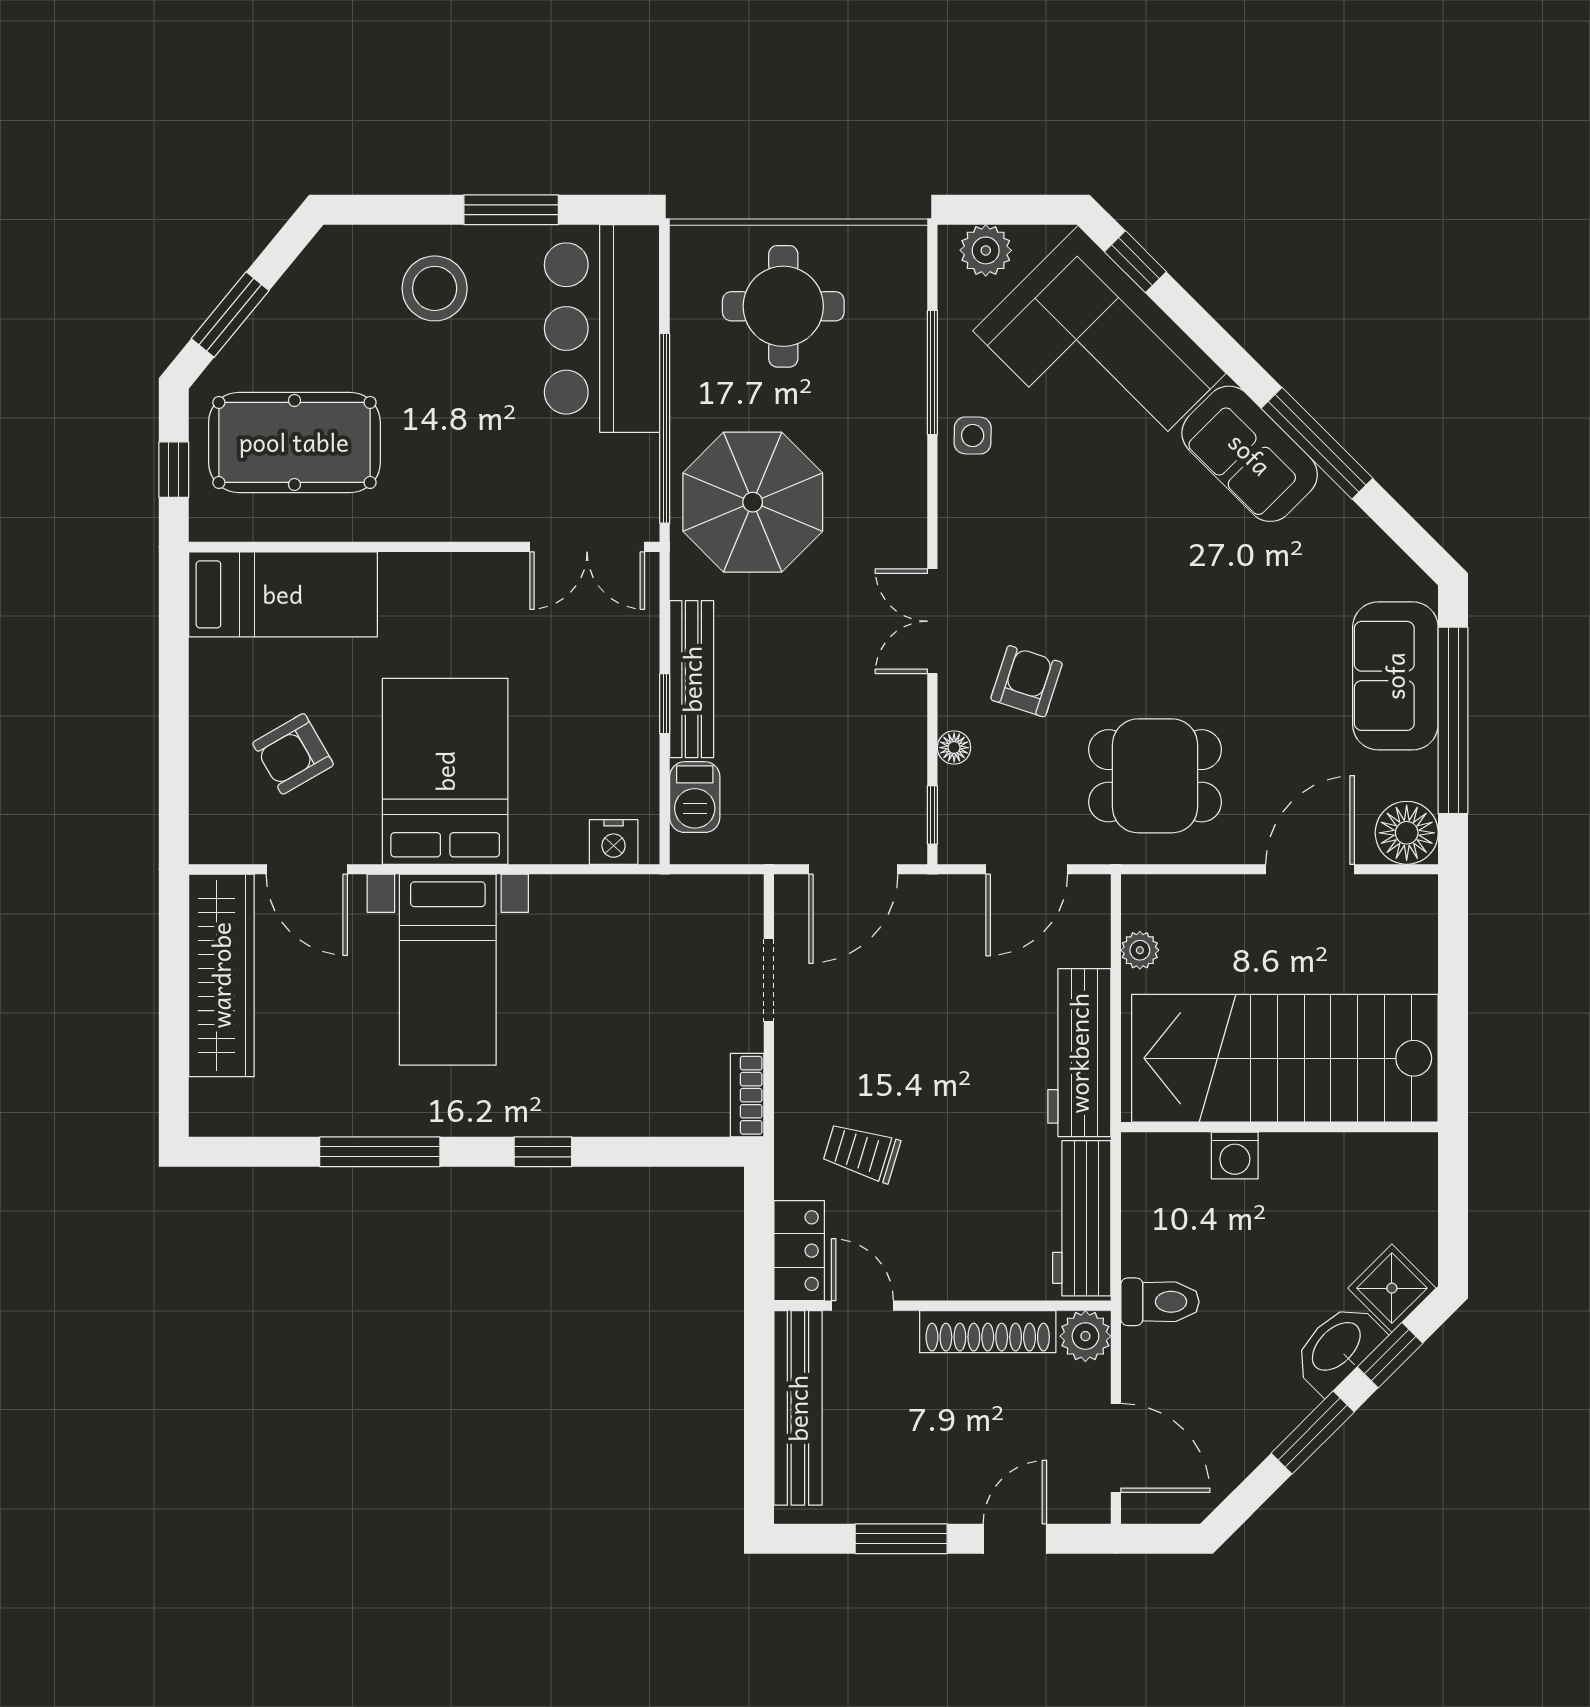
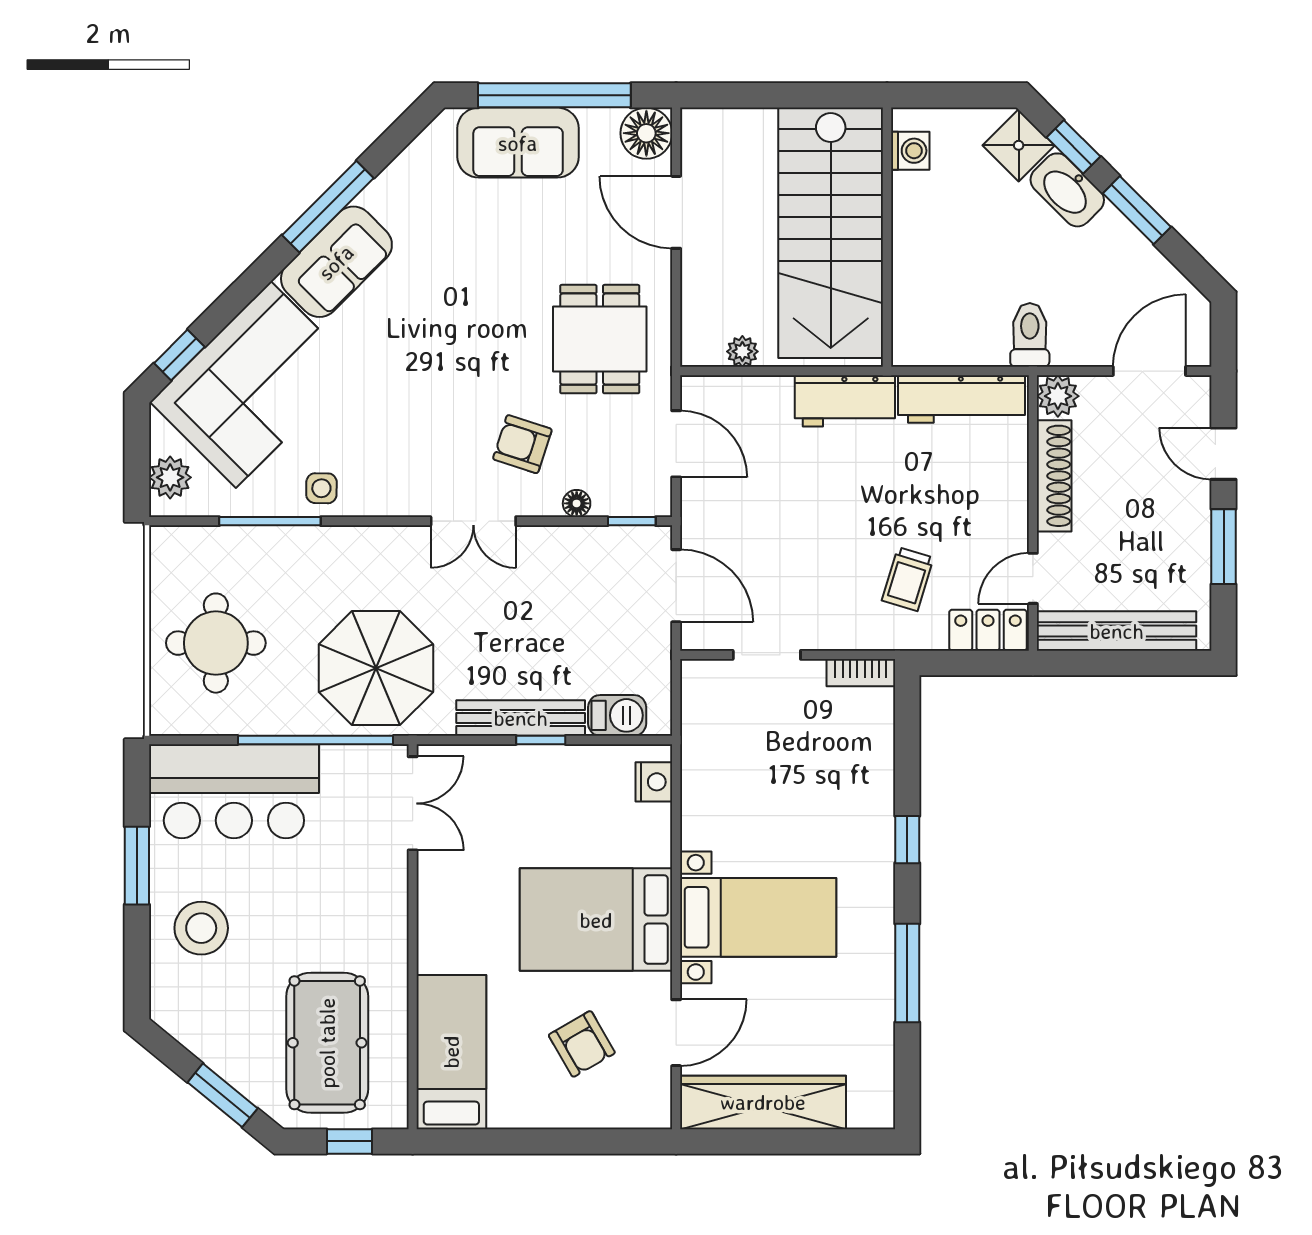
workbench: (1079, 1053) -> (845, 401), width x0.73
washing machine: (1235, 1155) -> (910, 151), moved

